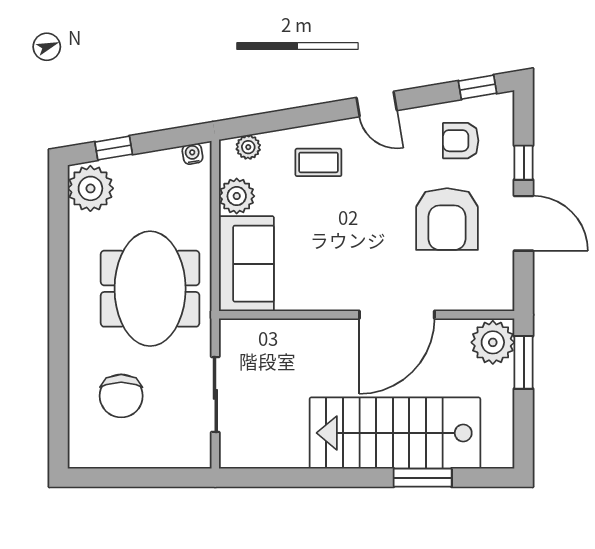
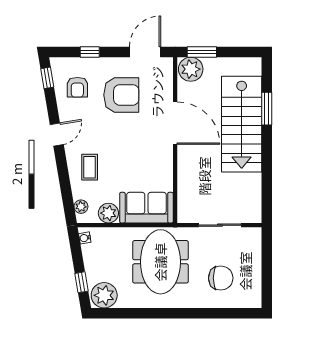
door: (524, 223) -> (145, 52), moved
meeting table: (150, 289) -> (160, 262), turned 90

